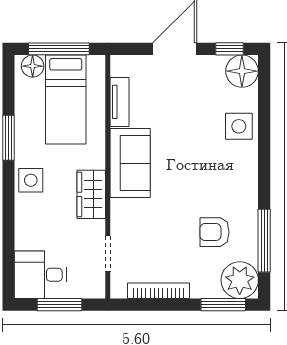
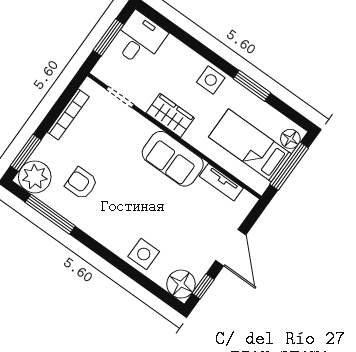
armchair: (215, 232) -> (81, 183), turned -90

